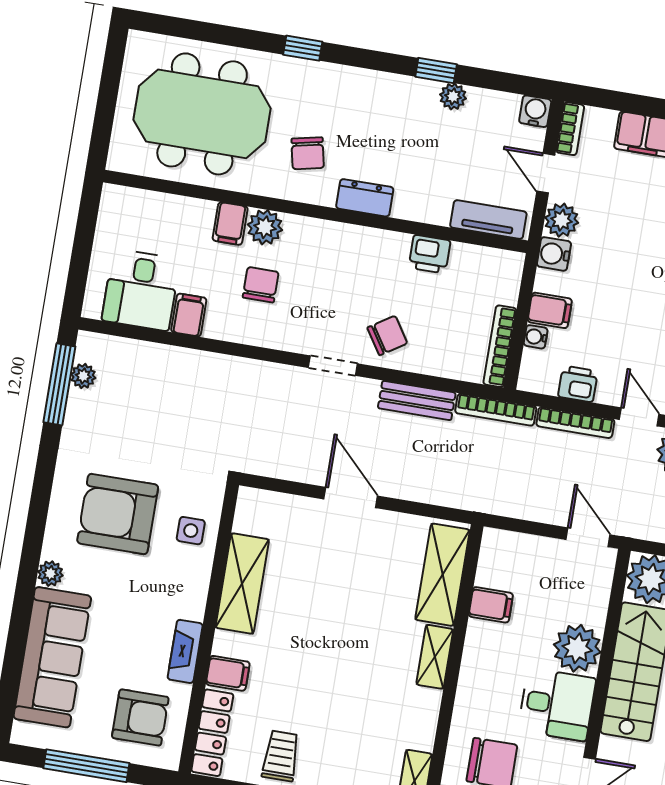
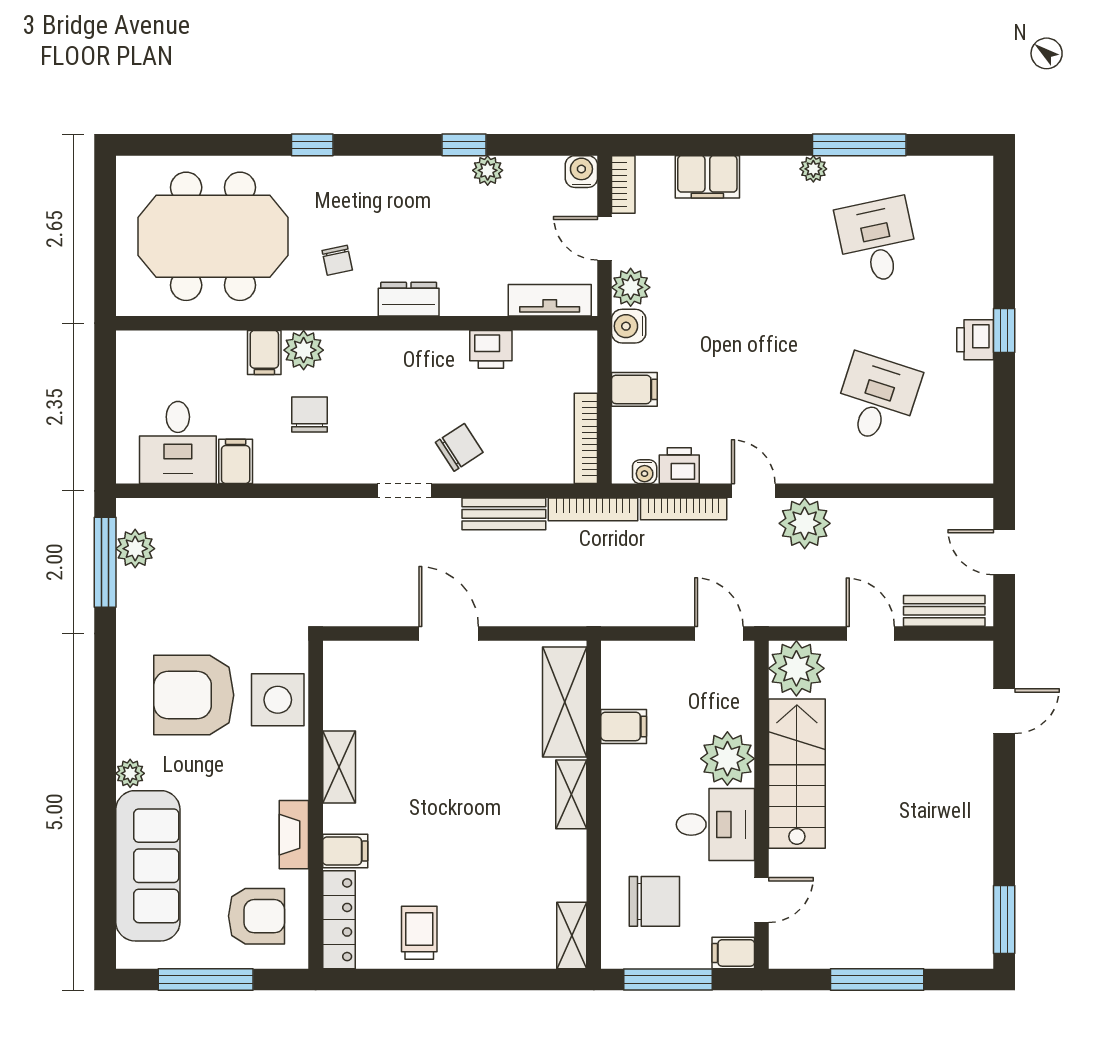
chair: (308, 153) -> (337, 260), width x0.73, depth x0.73
water cooler: (536, 337) -> (645, 472), moved, turned -90
plant: (83, 376) -> (135, 549), width x1.38, depth x1.38
side table: (191, 531) -> (278, 700), width x1.87, depth x1.87
shelving: (242, 584) -> (339, 767), width x0.67, depth x0.75

